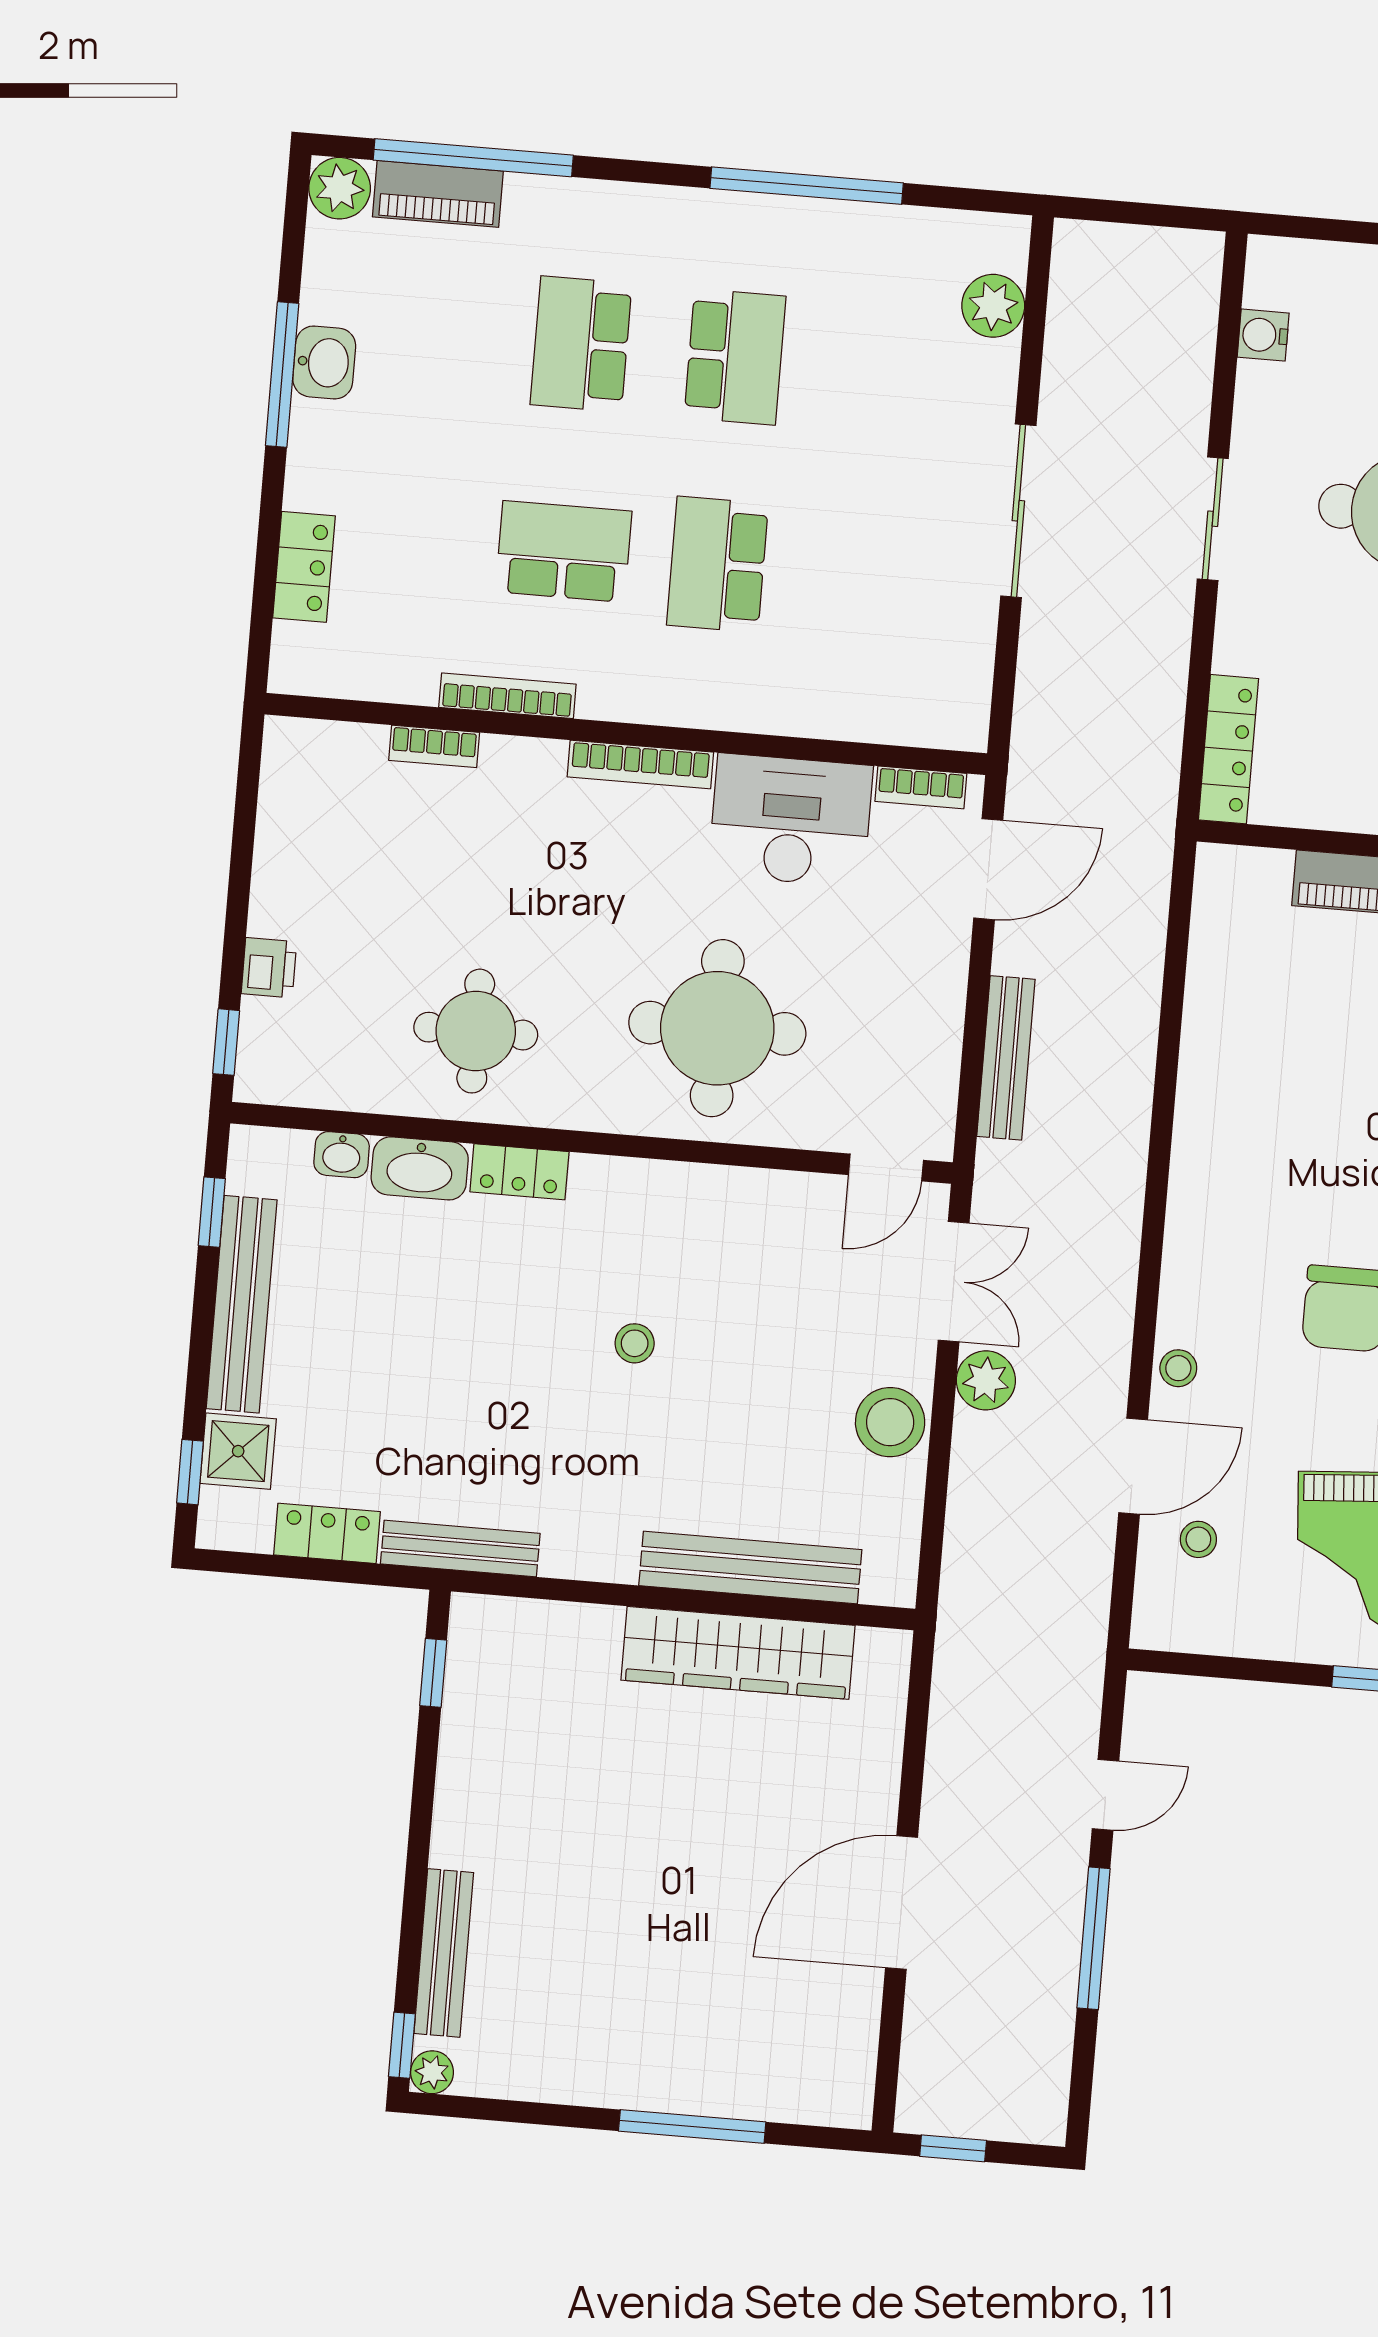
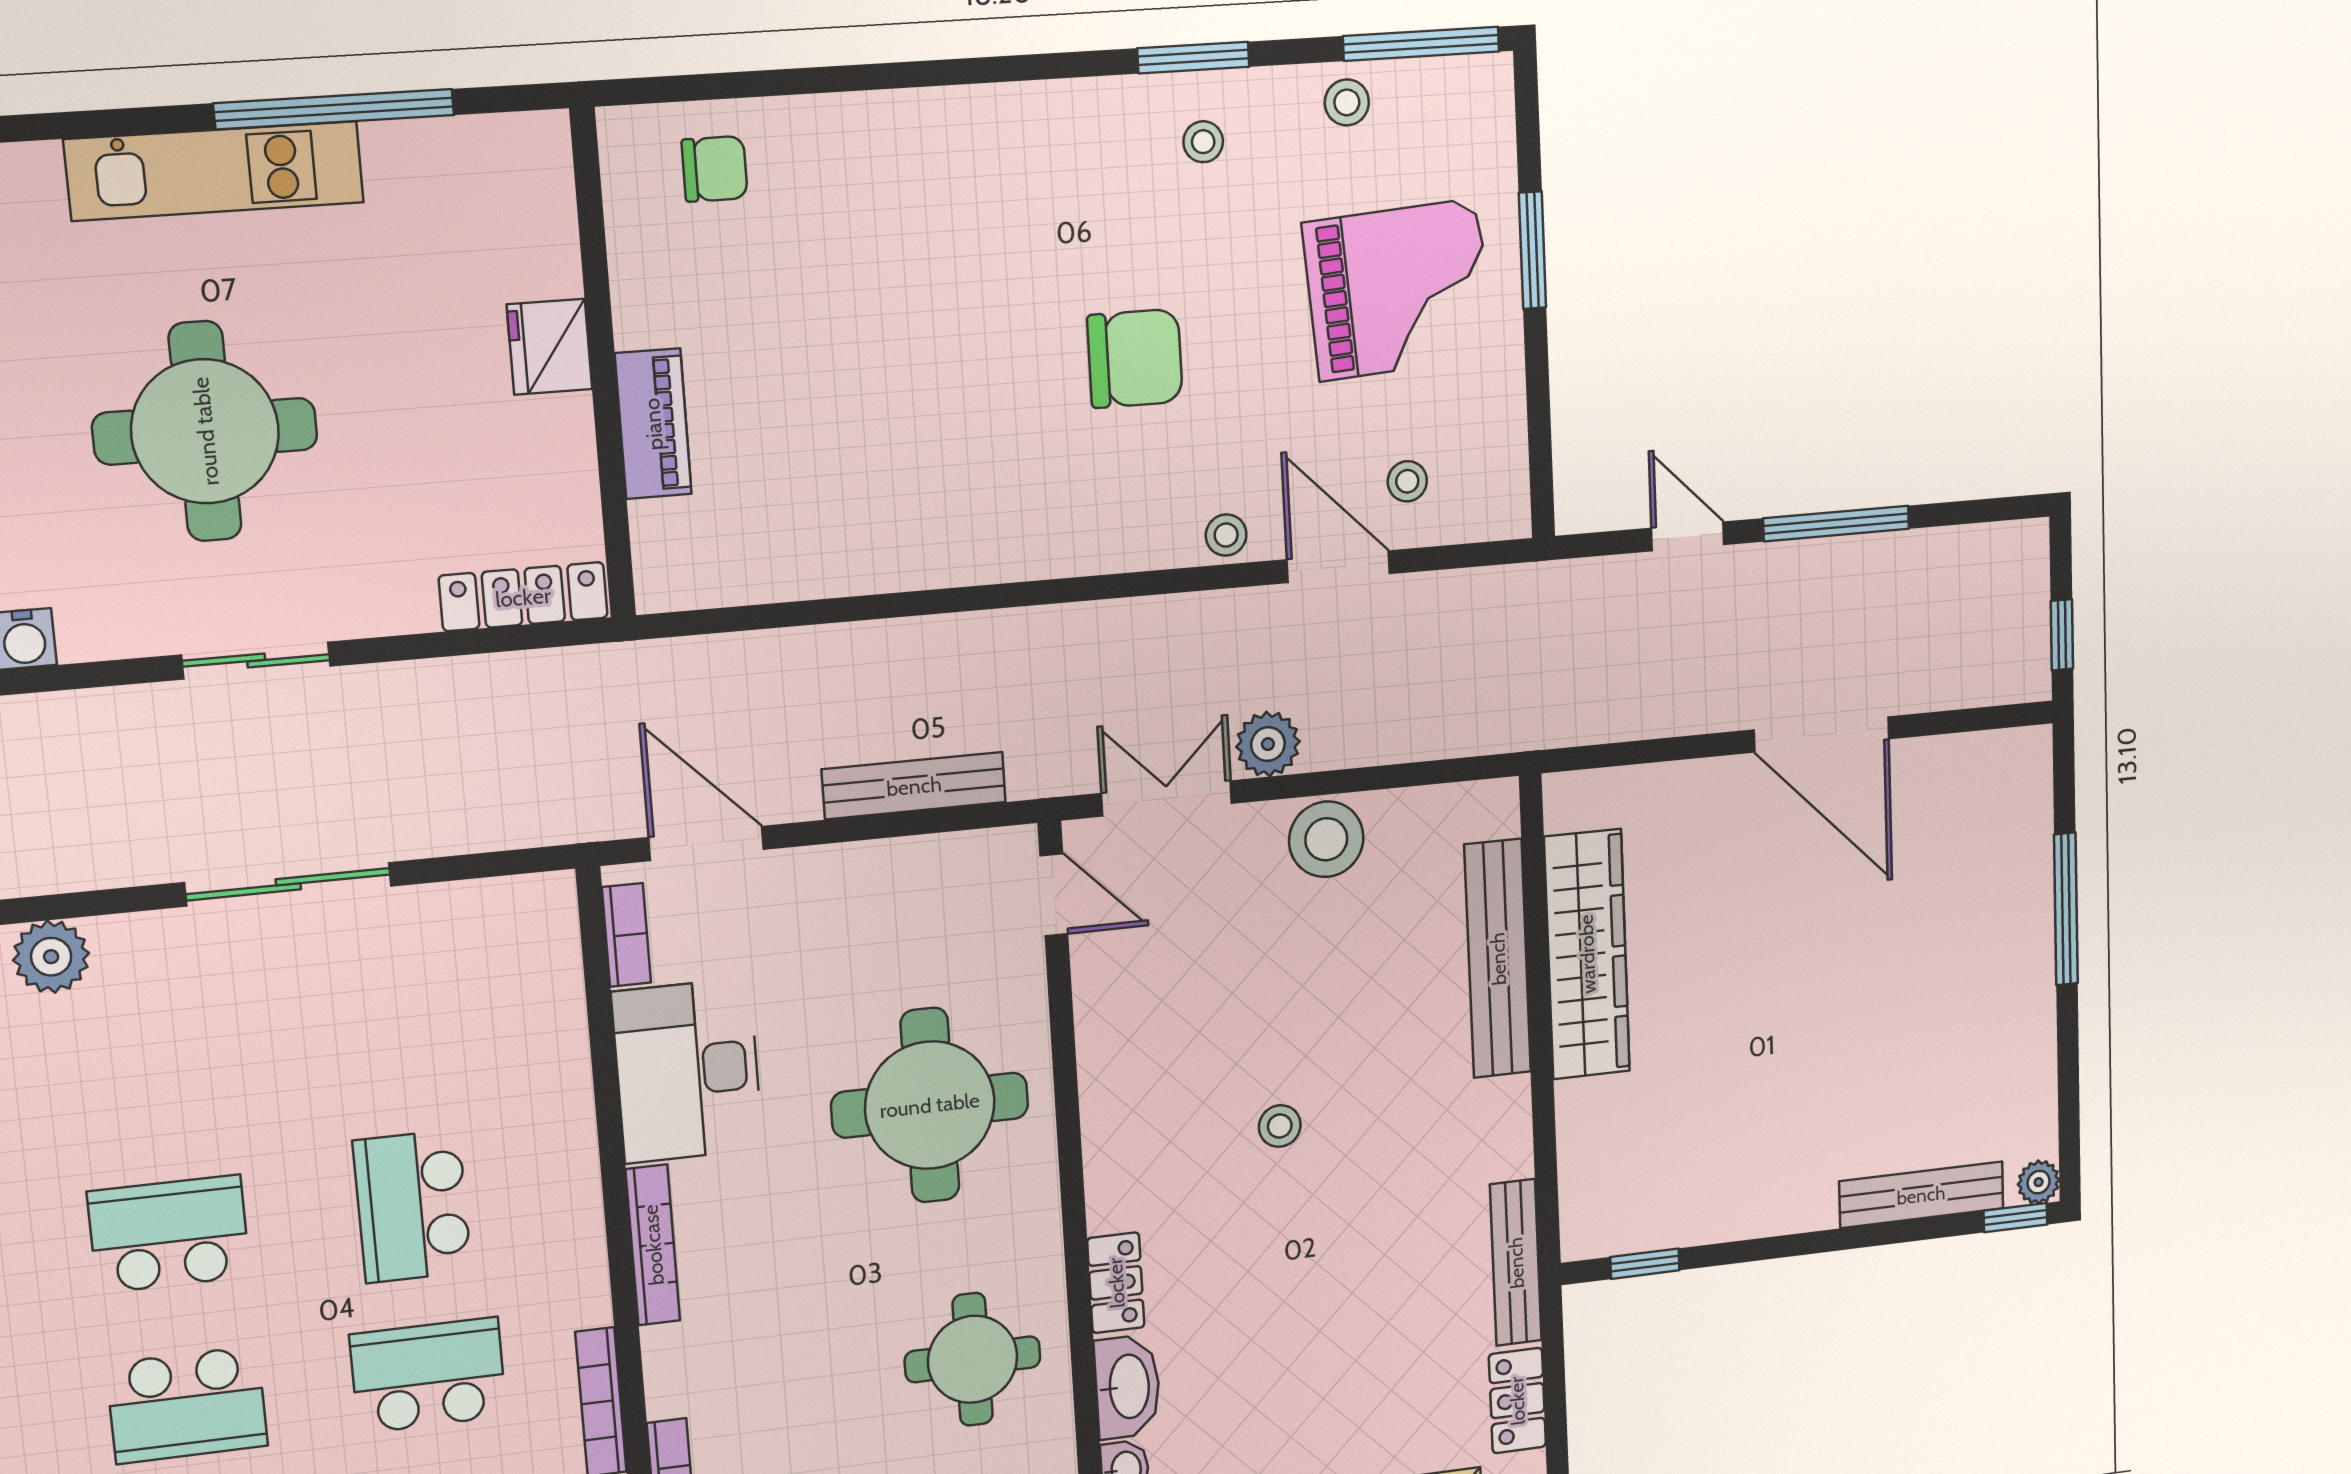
school desk: (564, 551) -> (428, 1375), turned 90
school desk: (718, 564) -> (412, 1206), turned 90

